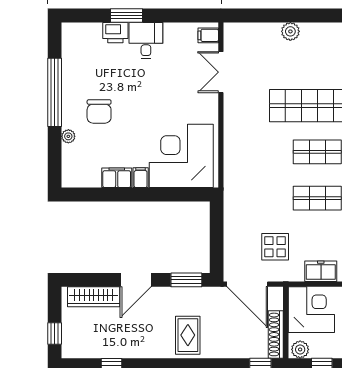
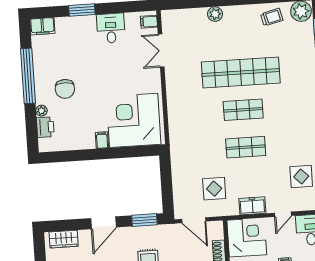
printer: (115, 33) -> (45, 127), moved, turned -90
desk: (146, 40) -> (111, 28), moved
filing cabinet: (117, 178) -> (42, 26), moved, turned 180
door: (247, 284) -> (194, 220), width x0.73
wardrobe: (94, 297) -> (64, 239), width x0.67

